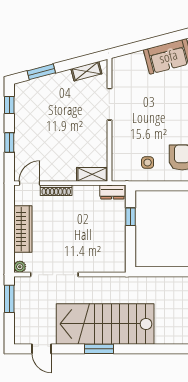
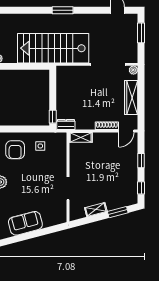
shelving: (86, 71) -> (96, 210), moved
window: (130, 217) -> (53, 117), moved
window: (9, 299) -> (141, 33), moved
stairs: (105, 324) -> (53, 48), moved, turned 180
window: (99, 349) -> (63, 10), moved

